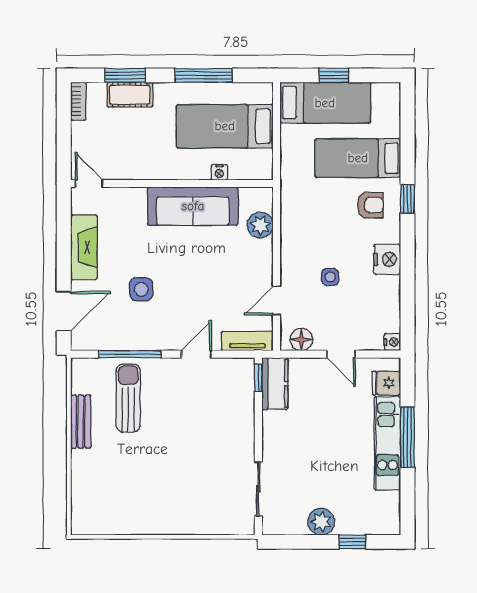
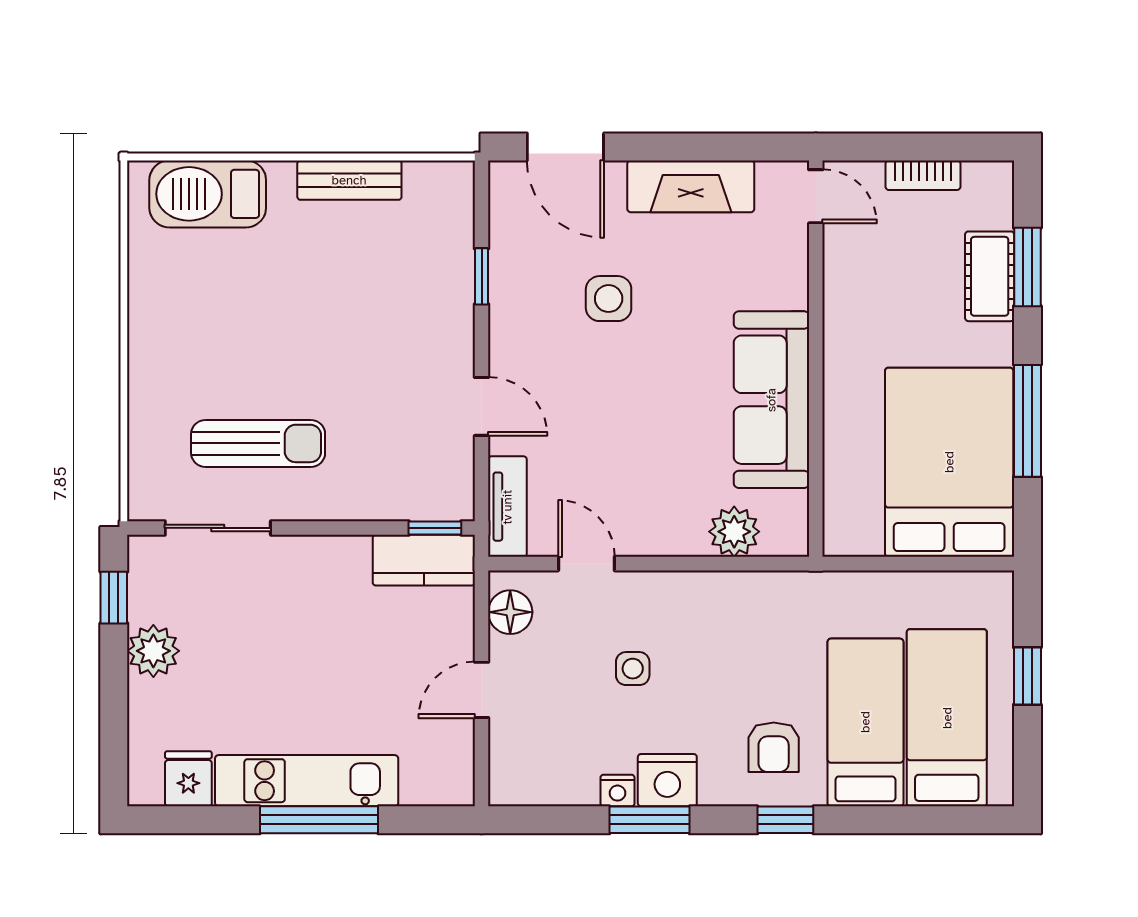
bookcase: (78, 101) -> (923, 175), moved
bed: (325, 103) -> (947, 718), moved, turned 180
bed: (225, 126) -> (949, 462), width x1.50
nightstand: (219, 172) -> (838, 451), removed
door: (89, 183) -> (816, 196), hinge flipped
window: (407, 268) -> (649, 820), added
nightstand: (392, 342) -> (617, 791), moved
window: (130, 354) -> (482, 276), width x0.46
fridge: (386, 383) -> (188, 779), moved
sun lounger: (128, 398) -> (258, 443), moved
barbecue: (88, 494) -> (208, 194), added
window: (353, 542) -> (114, 598), moved

